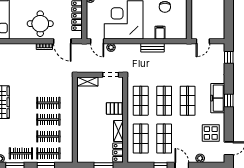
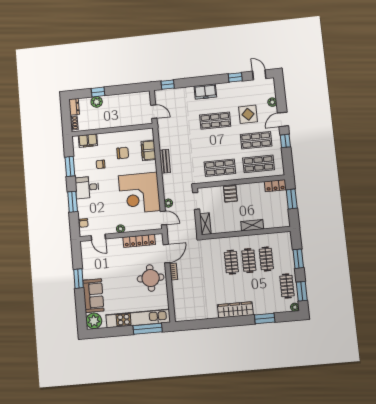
filing cabinet: (160, 33) -> (148, 150), width x2.00
door: (97, 41) -> (163, 218), hinge flipped
freezer: (218, 98) -> (205, 92), width x0.71
window: (229, 100) -> (235, 77), moved
shop shelf: (164, 101) -> (217, 144), removed
shelving: (118, 131) -> (252, 225), moved
display table: (211, 133) -> (248, 114), moved
clothes rail: (48, 153) -> (284, 257), removed

